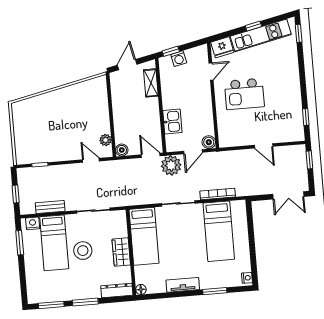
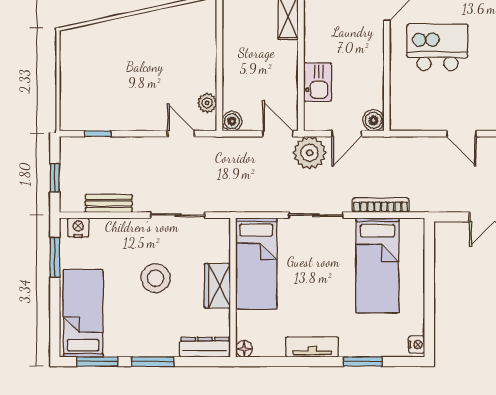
kitchen island: (244, 94) -> (437, 47), turned 180
bed: (54, 243) -> (83, 313), moved, turned 180

